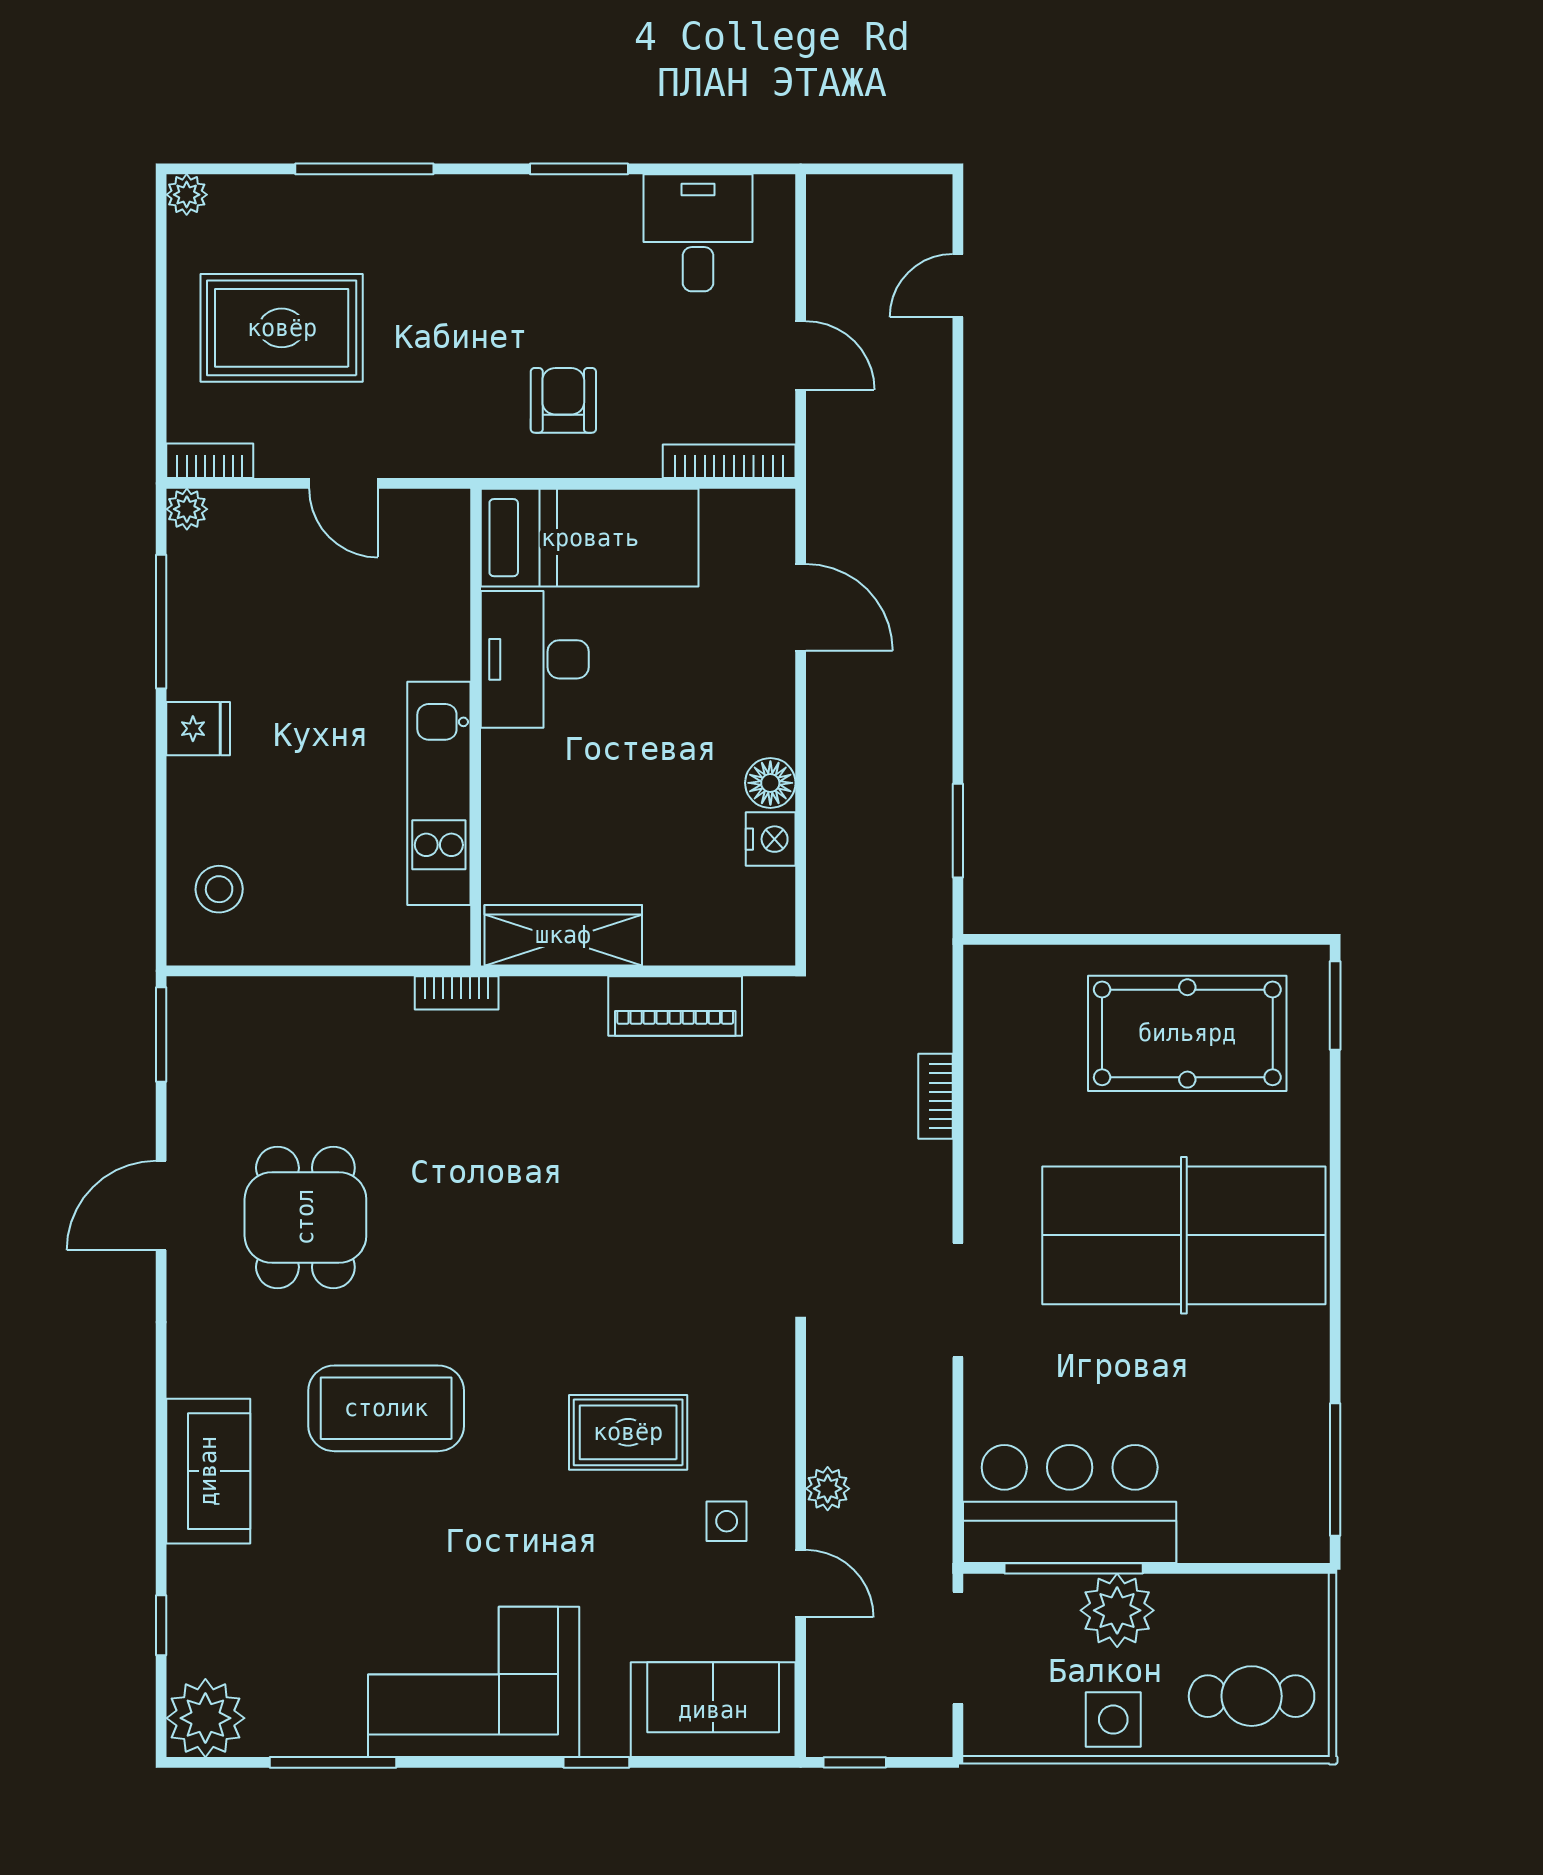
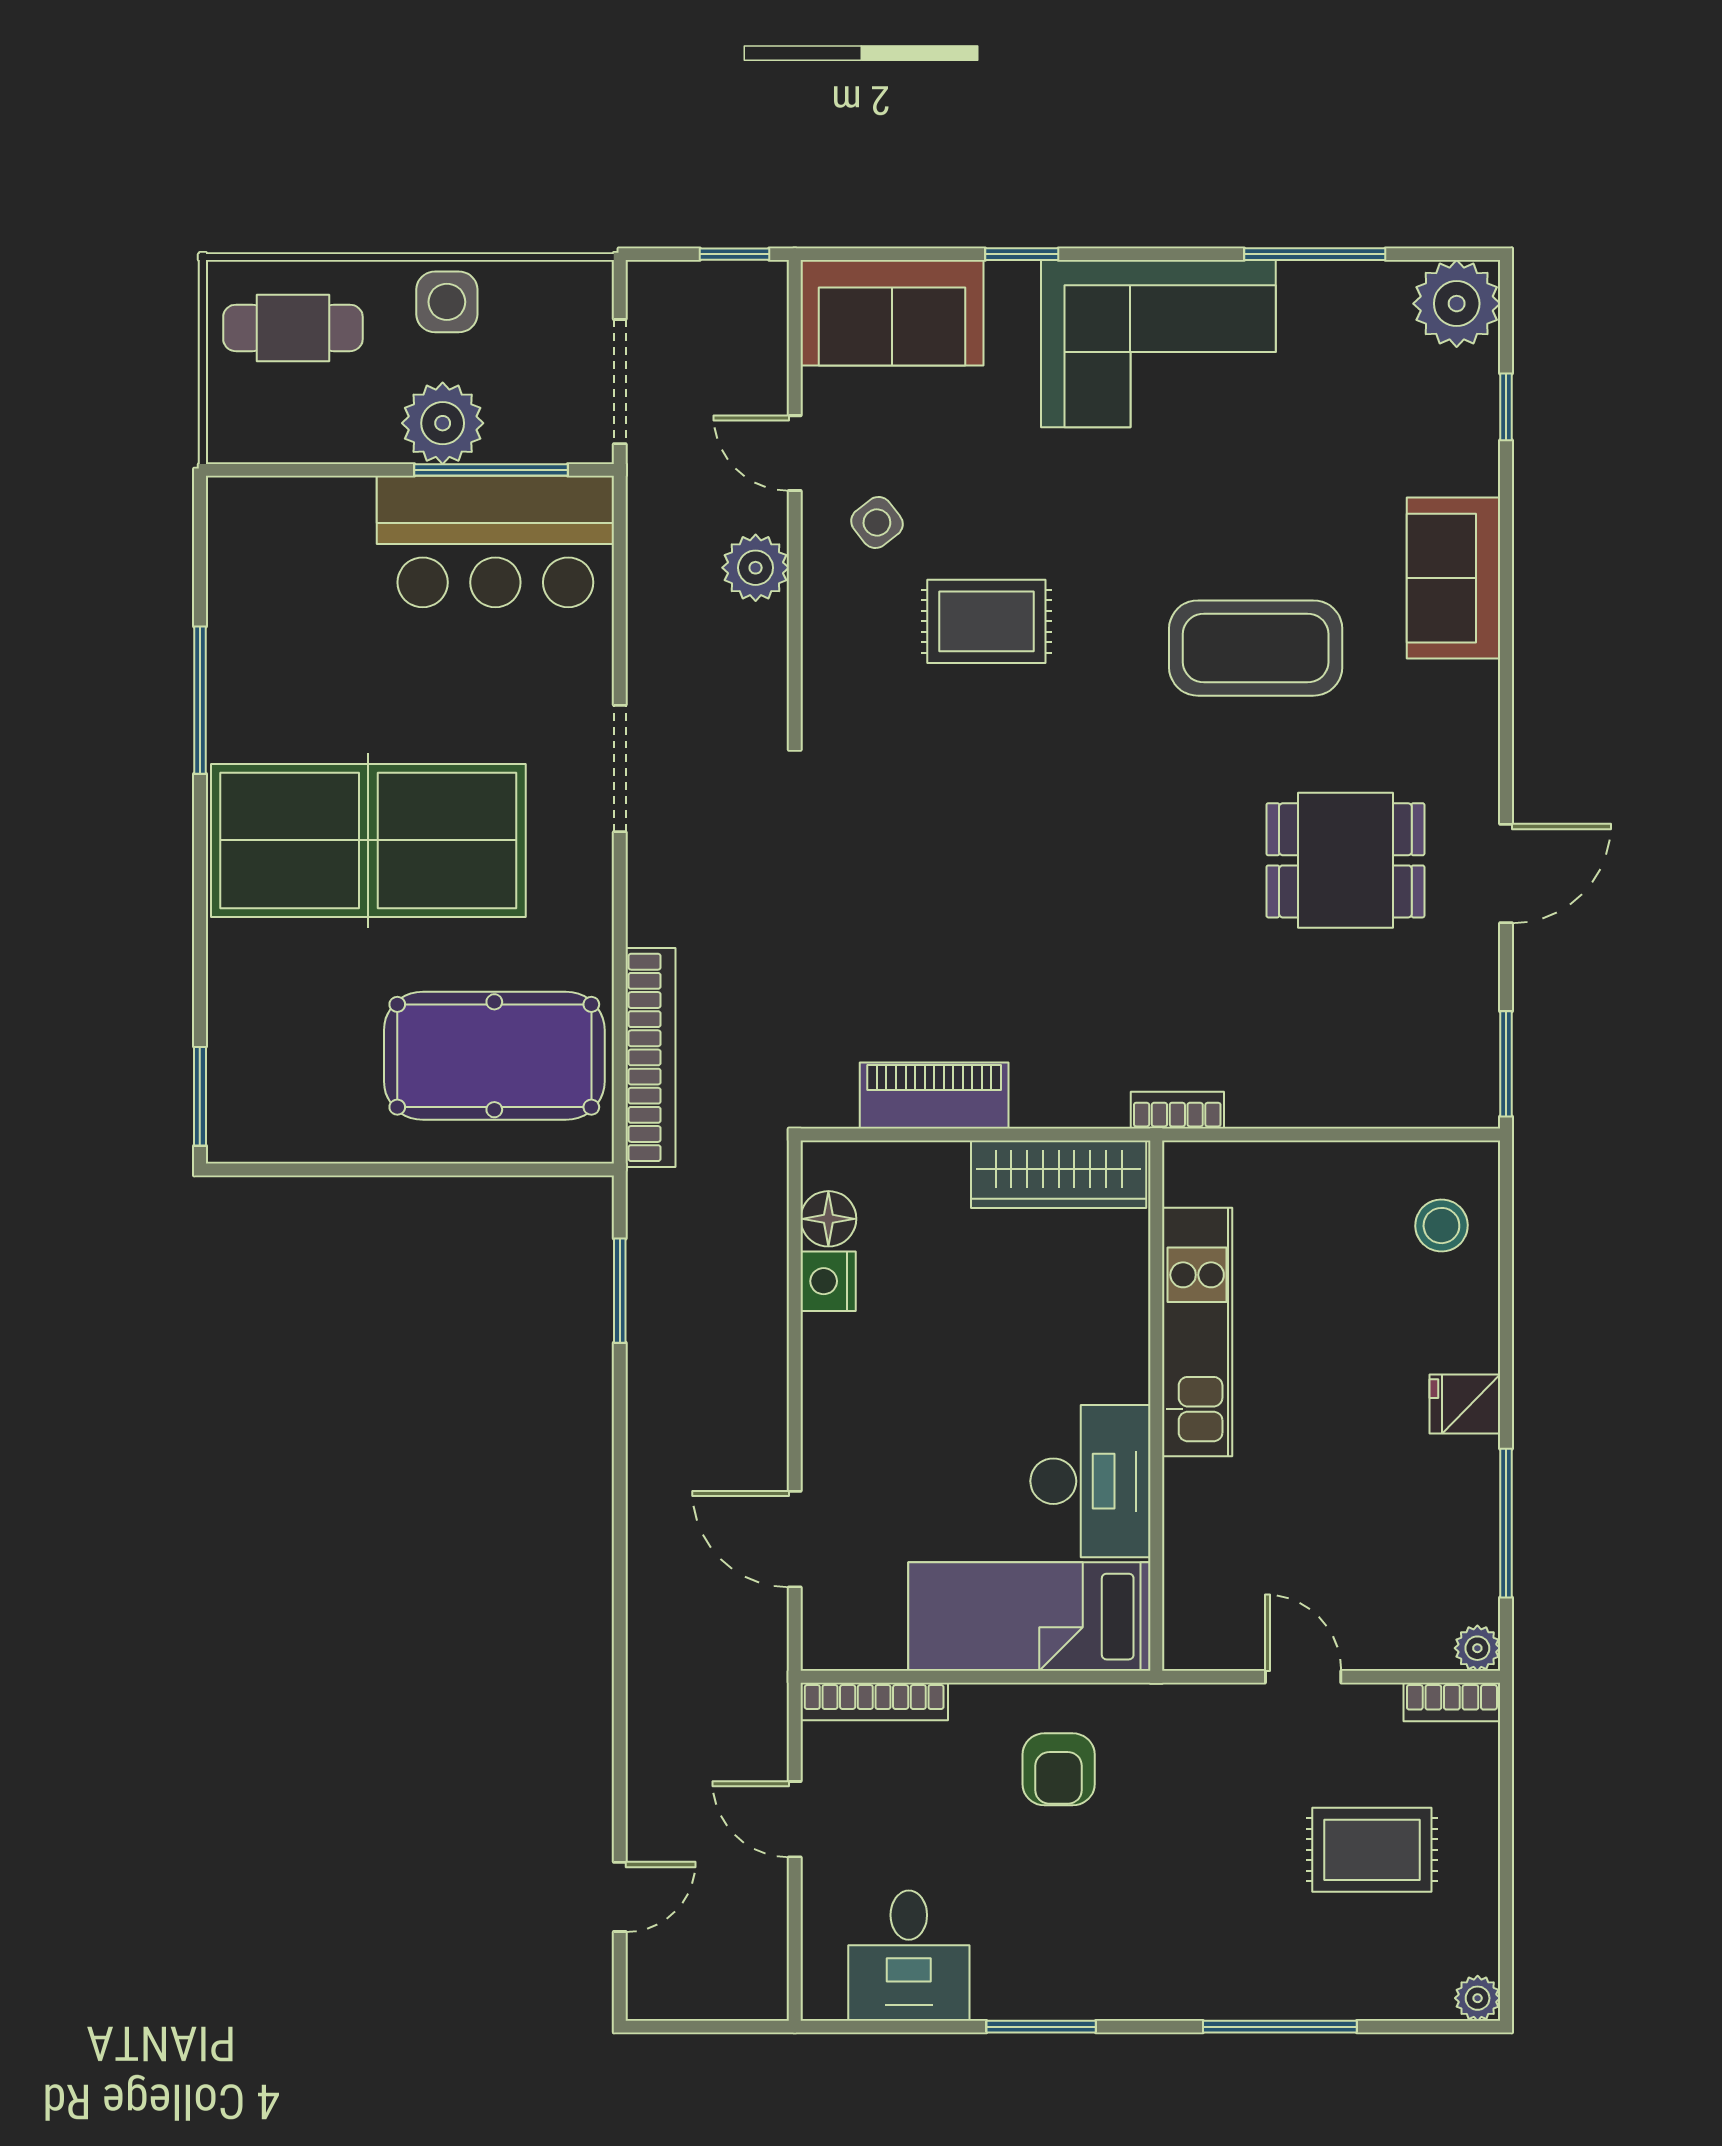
rug: (282, 328) -> (1372, 1850), width x0.73, depth x0.70
floor lamp: (770, 783) -> (828, 1219), moved
pool table: (1187, 1033) -> (494, 1056), moved
bookcase: (936, 1096) -> (650, 1057), width x2.31, depth x1.31
dining table: (305, 1217) -> (1345, 860), turned 90
window: (1335, 1469) -> (200, 700), moved
plant: (828, 1489) -> (756, 568), width x1.38, depth x1.38
side table: (727, 1521) -> (877, 522), turned -38

